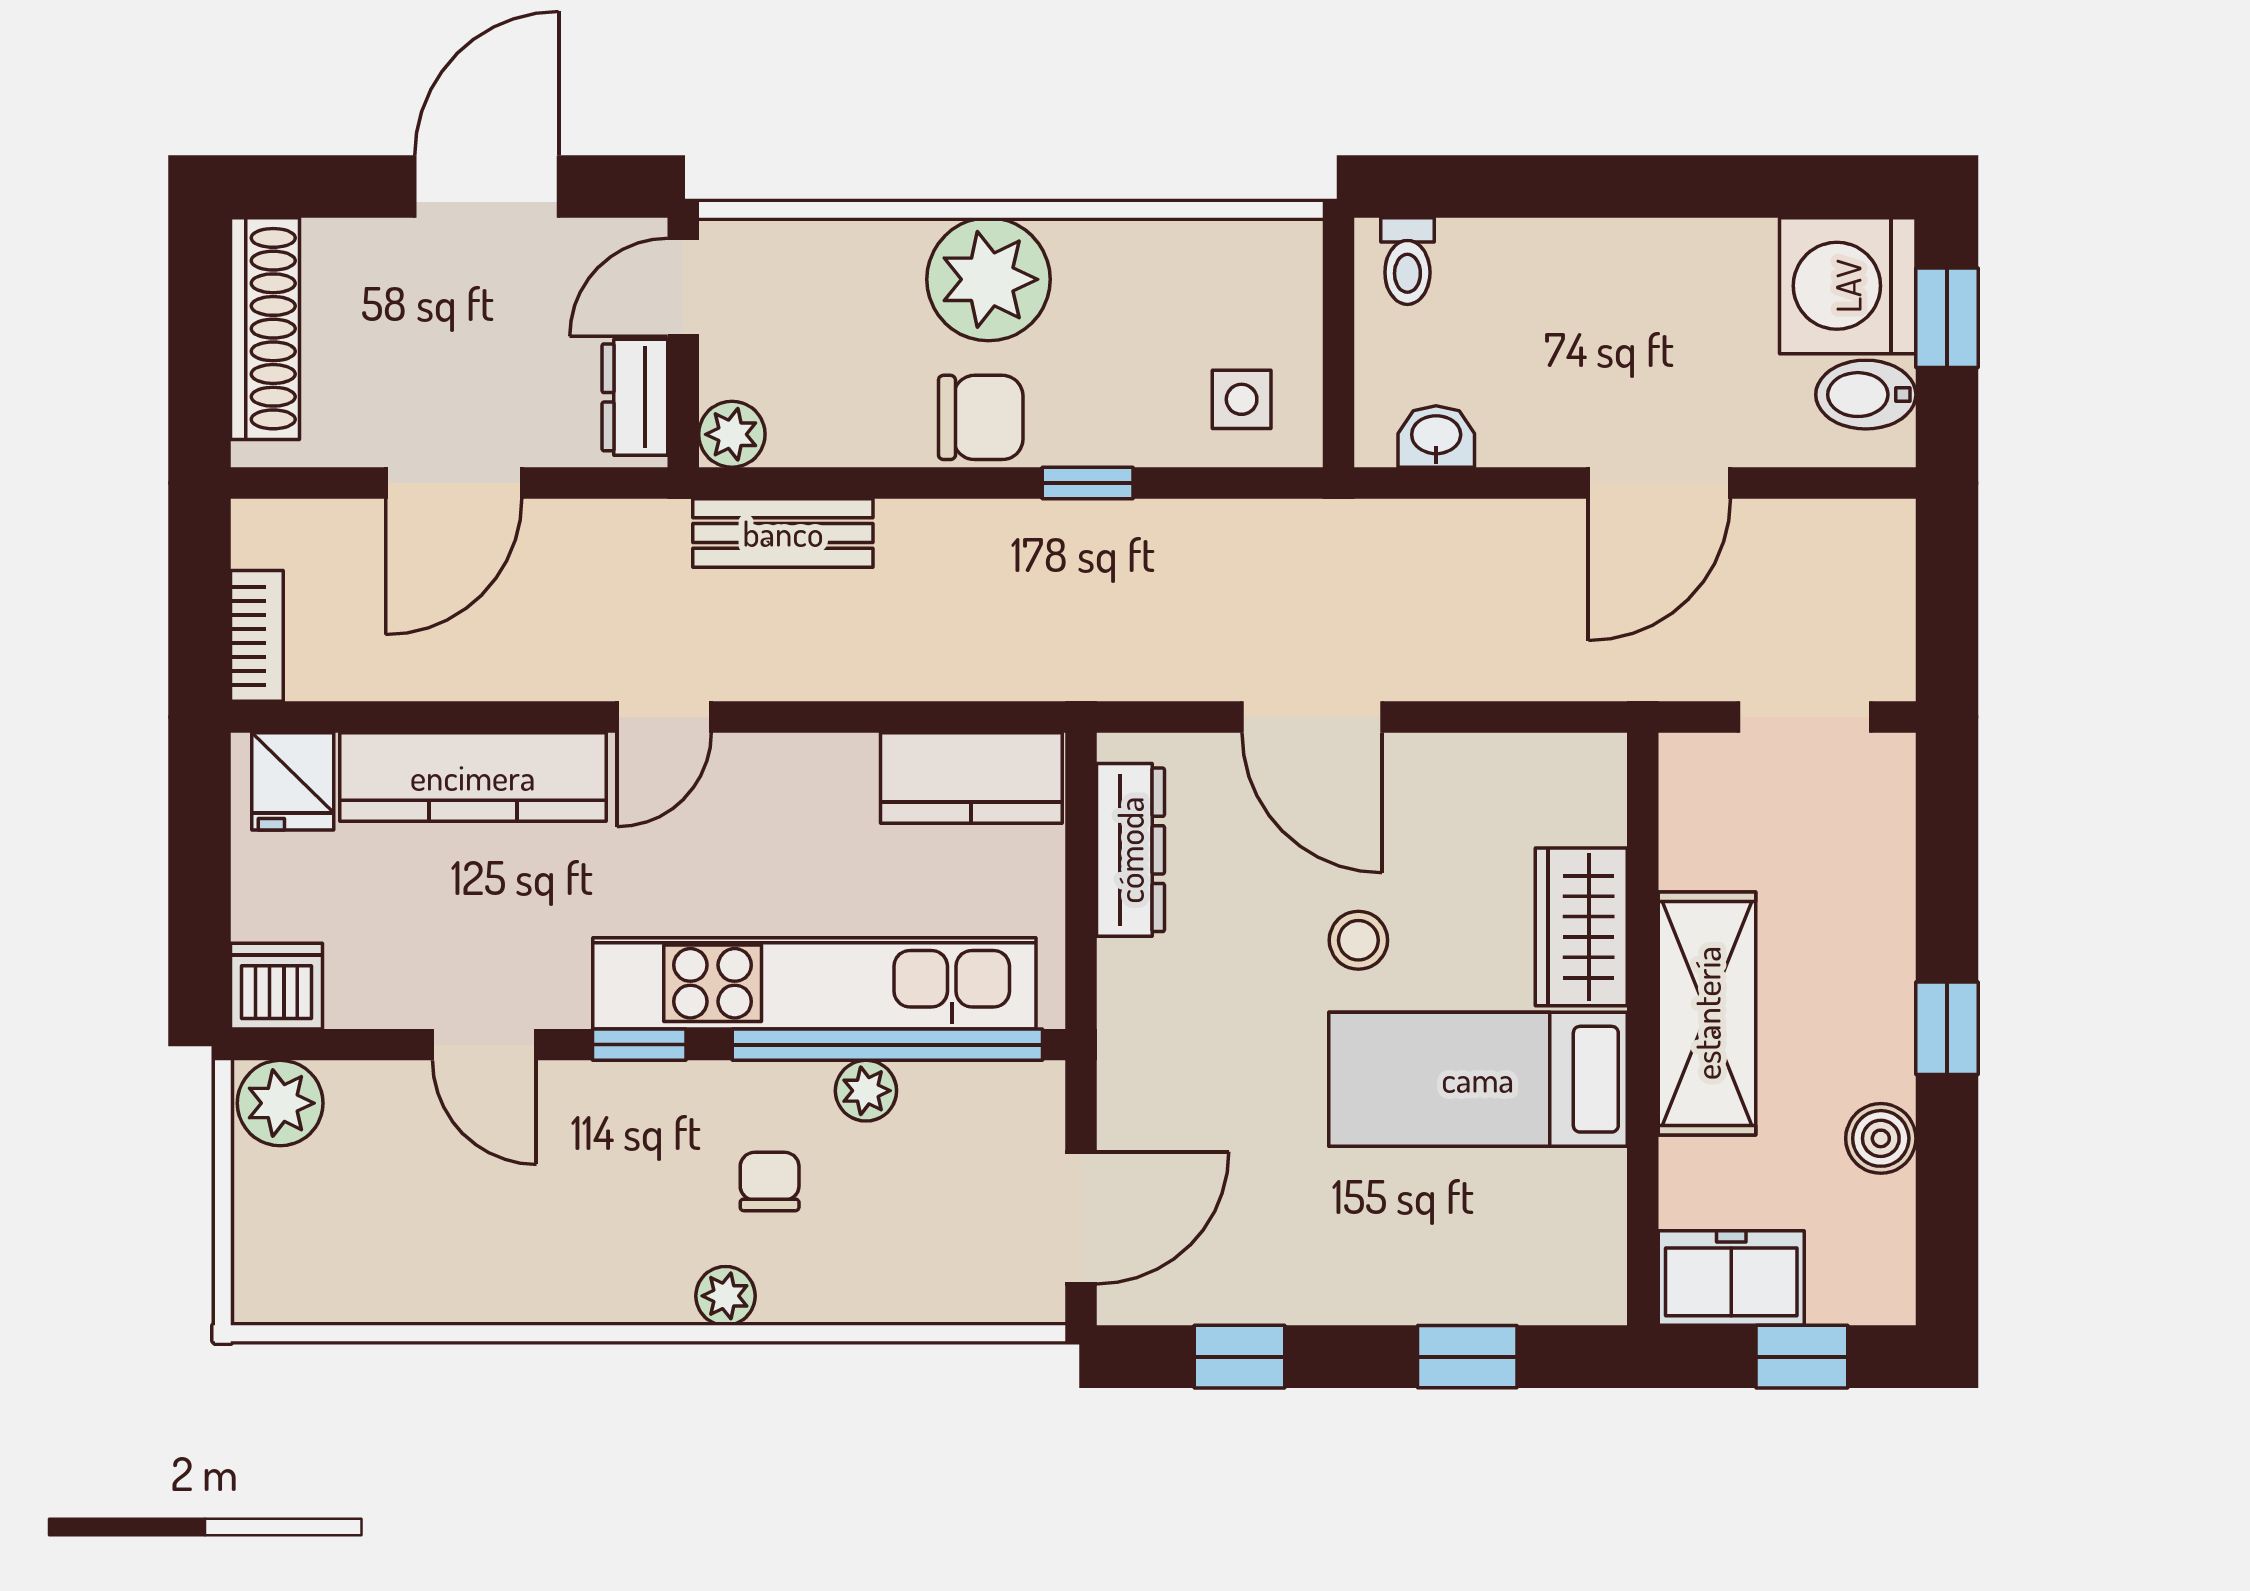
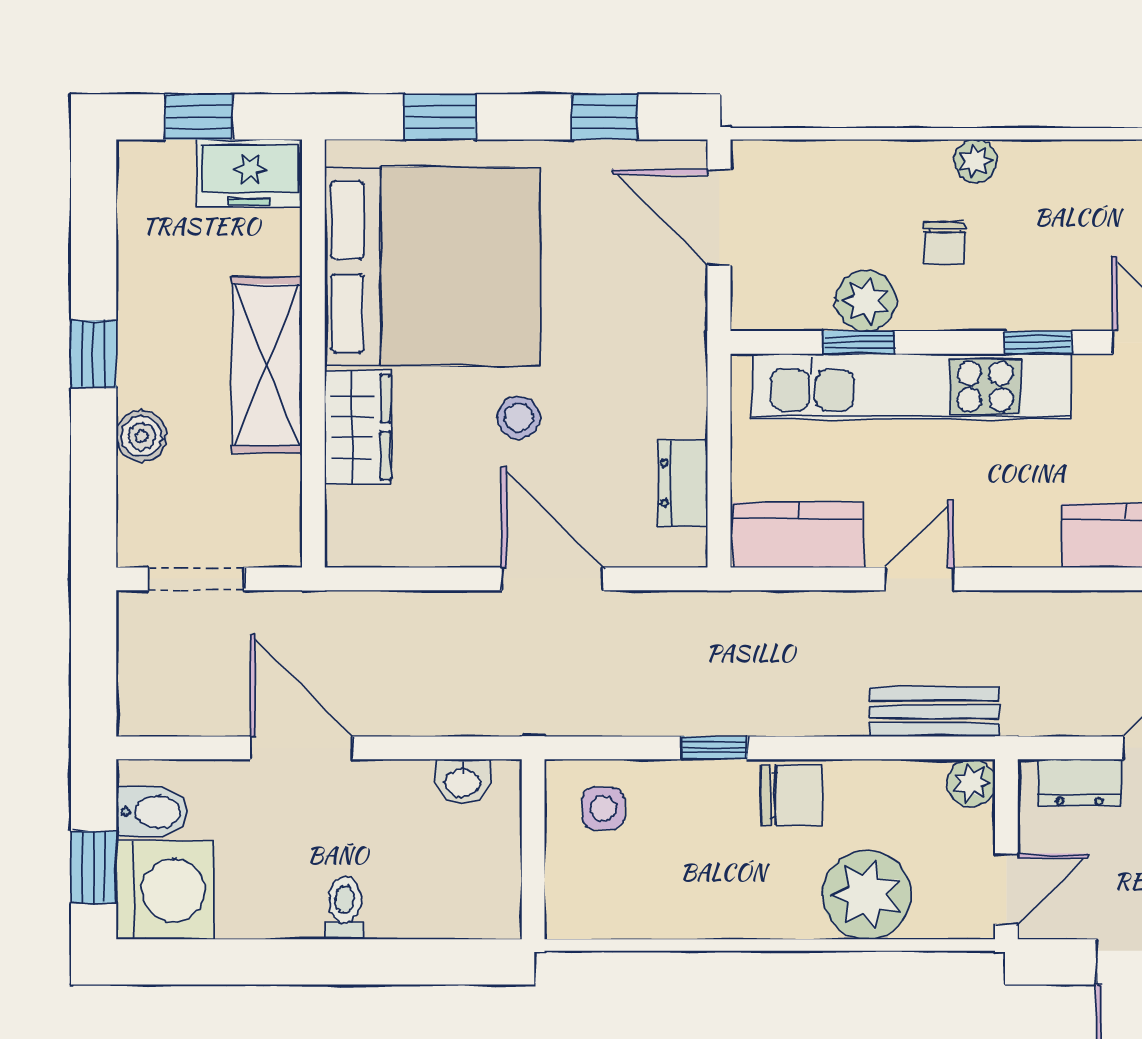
toilet: (1407, 261) -> (345, 908), moved
plant: (988, 279) -> (867, 895), moved
dresser: (635, 397) -> (1080, 783), moved, turned 90
chair: (981, 417) -> (791, 795), turned 180
door: (1659, 483) -> (301, 748), hinge flipped
door: (664, 717) -> (920, 579), moved
dresser: (1130, 850) -> (683, 483), width x0.70
window: (887, 1045) -> (859, 342), width x0.32
bed: (1478, 1079) -> (432, 267), width x2.04
plant: (866, 1091) -> (866, 301), width x1.38, depth x1.38
boiler: (1881, 1138) -> (142, 436), moved
door: (1081, 1218) -> (719, 217), hinge flipped

